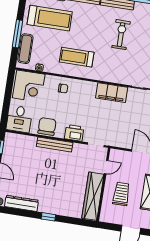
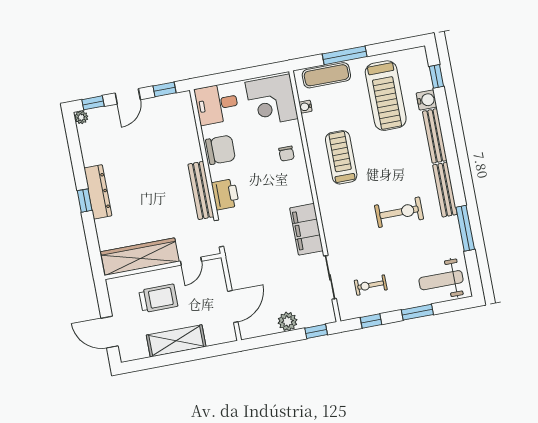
bench: (55, 145) -> (201, 190), moved
door: (106, 167) -> (191, 261), hinge flipped
dresser: (22, 203) -> (98, 192), moved

